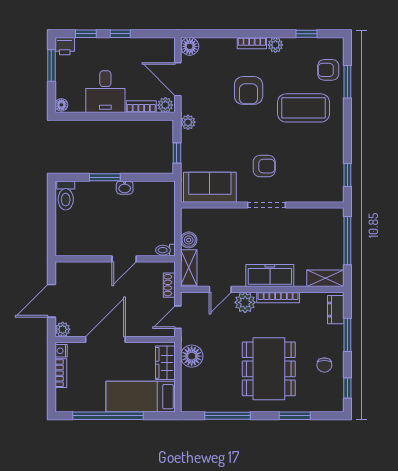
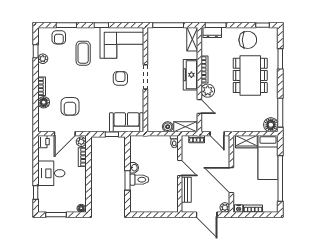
window: (120, 34) -> (36, 171), removed
plant: (275, 45) -> (43, 59), moved
printer: (65, 46) -> (44, 142), moved
floor lamp: (190, 46) -> (44, 102), moved
armchair: (249, 90) -> (70, 106), moved, turned 90
desk: (105, 92) -> (51, 173), moved, turned 180
coffee table: (304, 108) -> (83, 53), width x0.73, depth x0.76
plant: (188, 122) -> (92, 127), removed
corner sofa: (320, 168) -> (122, 43), added
window: (347, 175) -> (101, 25), moved
sofa: (210, 187) -> (126, 122), moved, turned 90
toilet: (66, 195) -> (139, 180), moved
bench: (90, 269) -> (186, 190), added
window: (347, 335) -> (216, 25), moved
floor lamp: (192, 356) -> (271, 125), moved
chair: (324, 365) -> (248, 40), width x1.87, depth x1.87
dining table: (269, 369) -> (250, 75), turned 90
window: (228, 416) -> (280, 113), moved

